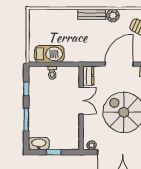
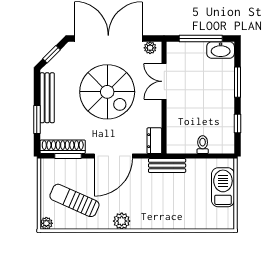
bench: (92, 15) -> (167, 165), moved
barbecue: (49, 54) -> (223, 187), moved, turned 90
double door: (81, 101) -> (164, 81), moved
window: (54, 152) -> (201, 38), width x2.17

